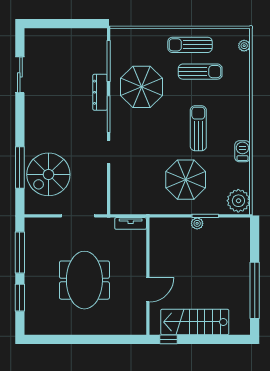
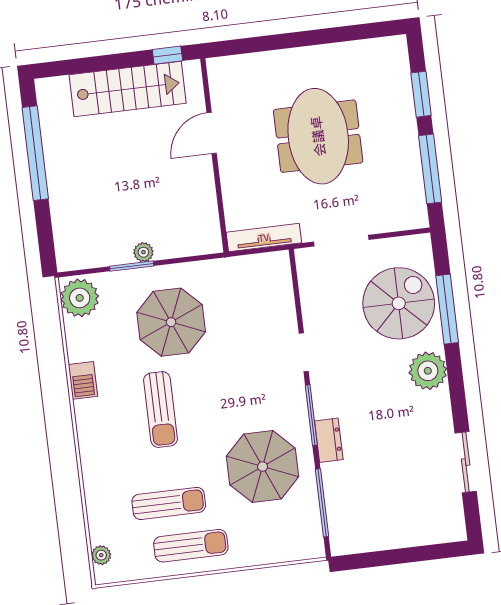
sun lounger: (200, 72) -> (169, 503), turned 180
dresser: (100, 92) -> (329, 440), width x0.70
plant: (36, 132) -> (428, 371), added
tv unit: (131, 223) -> (264, 238), width x1.41

